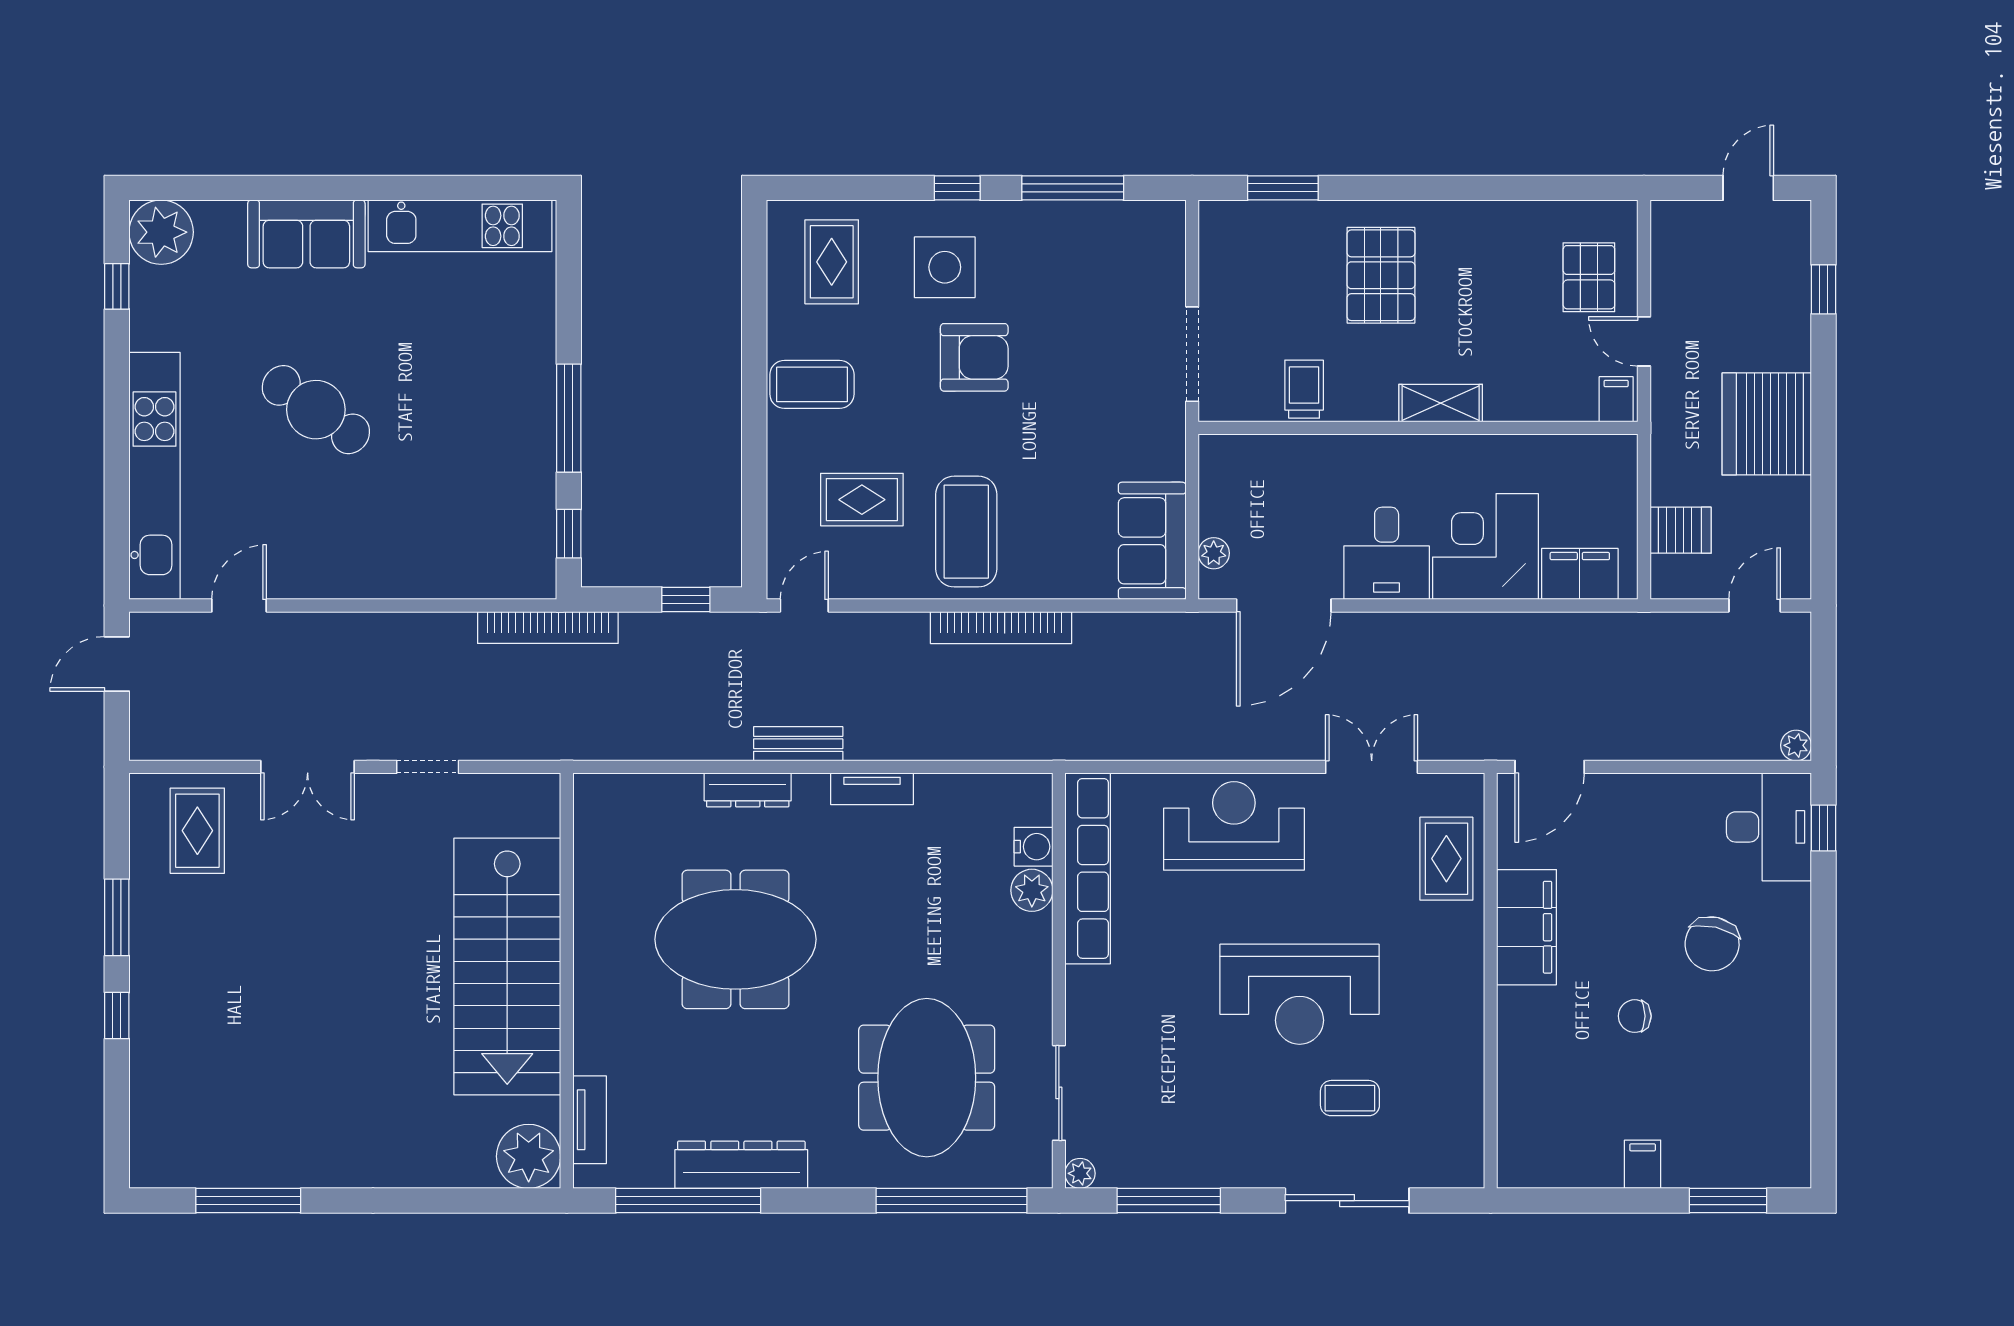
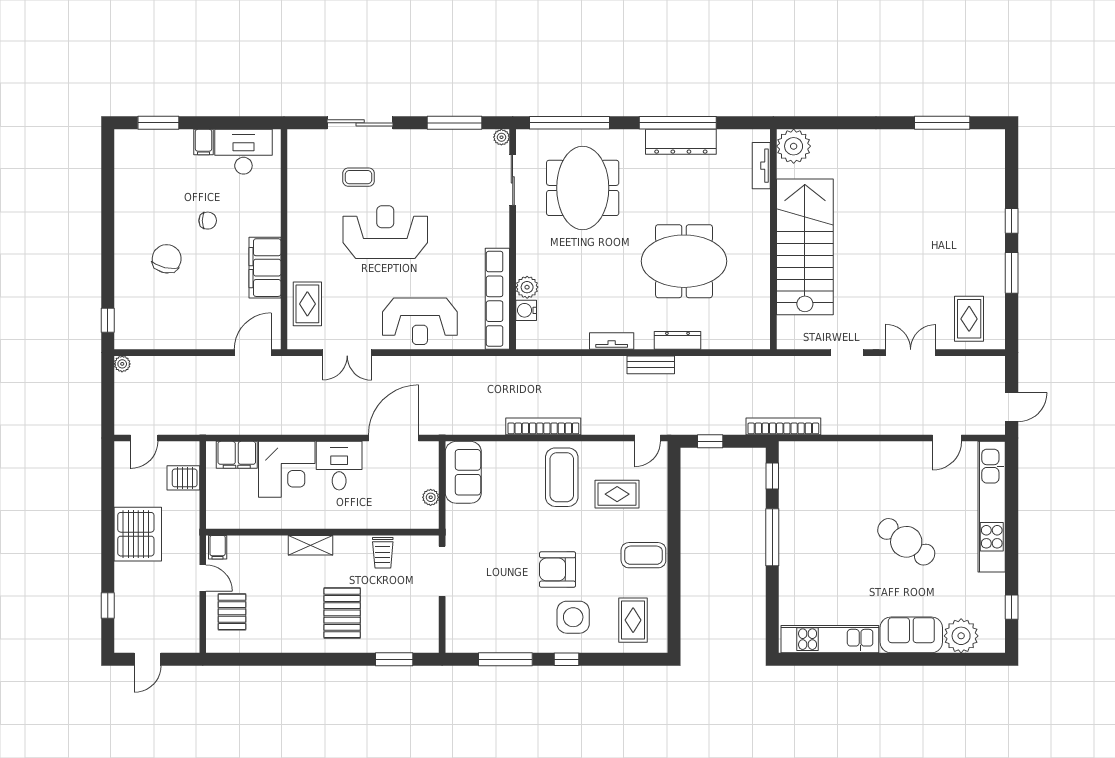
plant: (161, 232) -> (961, 636), moved
plant: (1214, 553) -> (431, 497), moved
desk: (1769, 827) -> (243, 152), moved, turned 90
window: (688, 1201) -> (678, 123), moved

